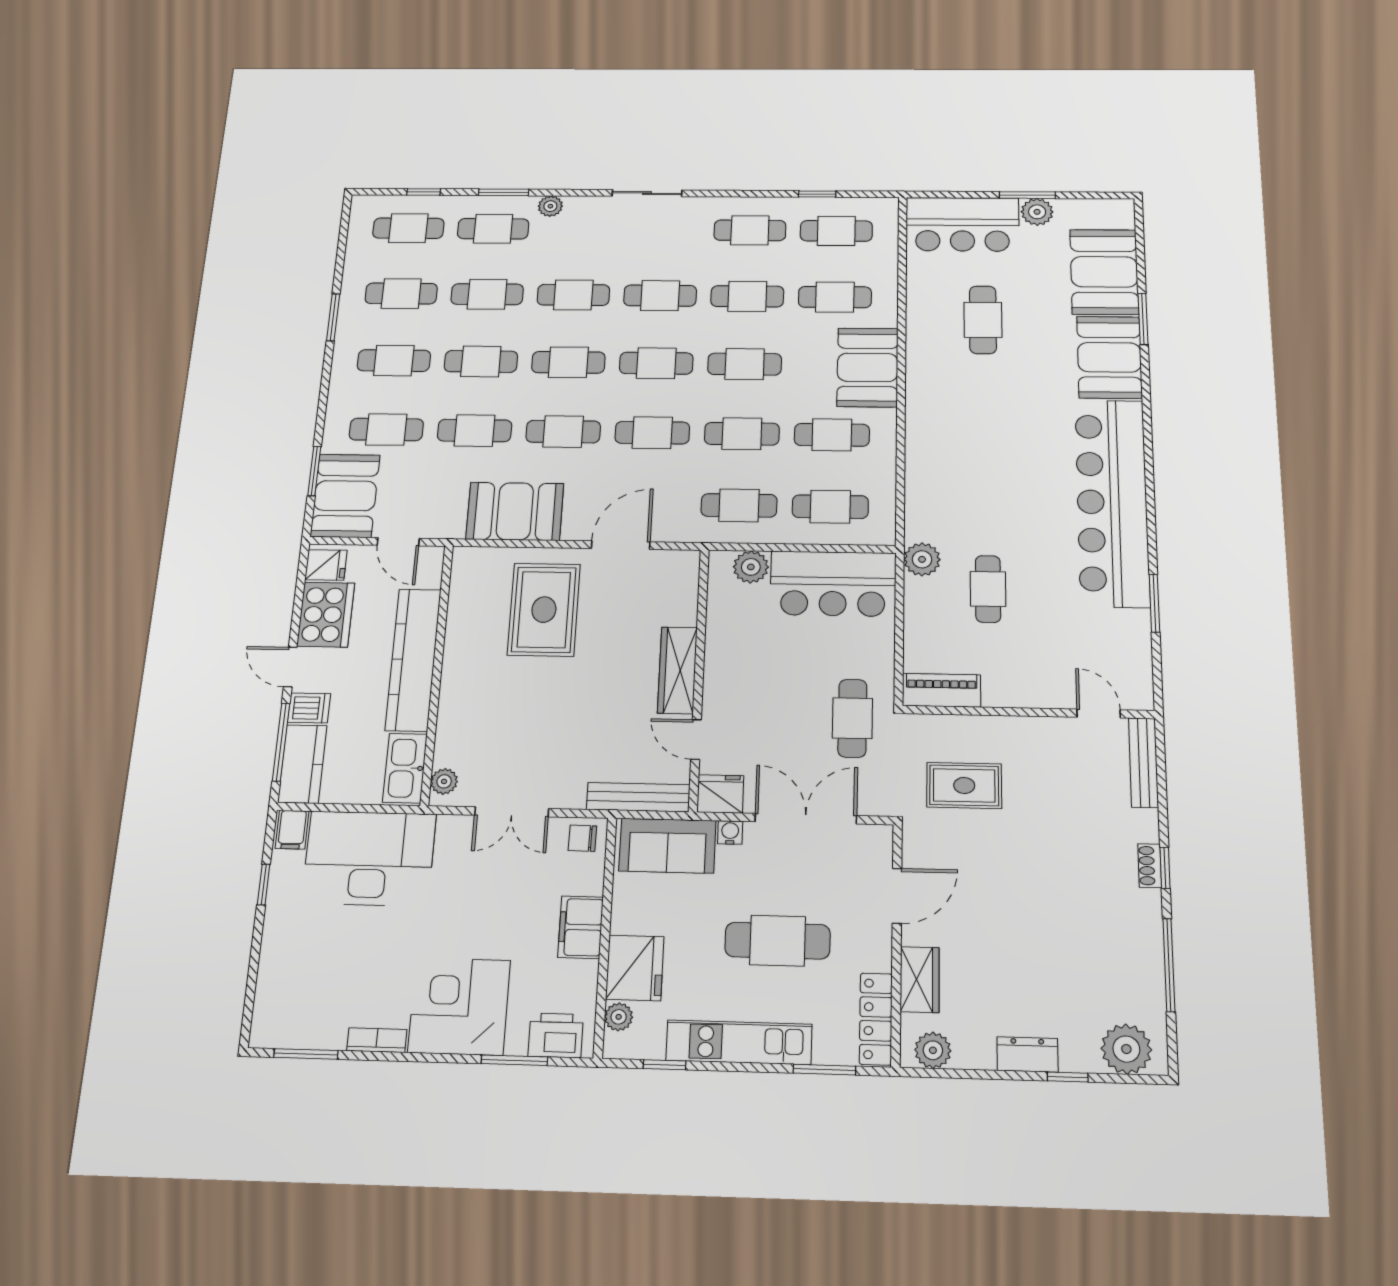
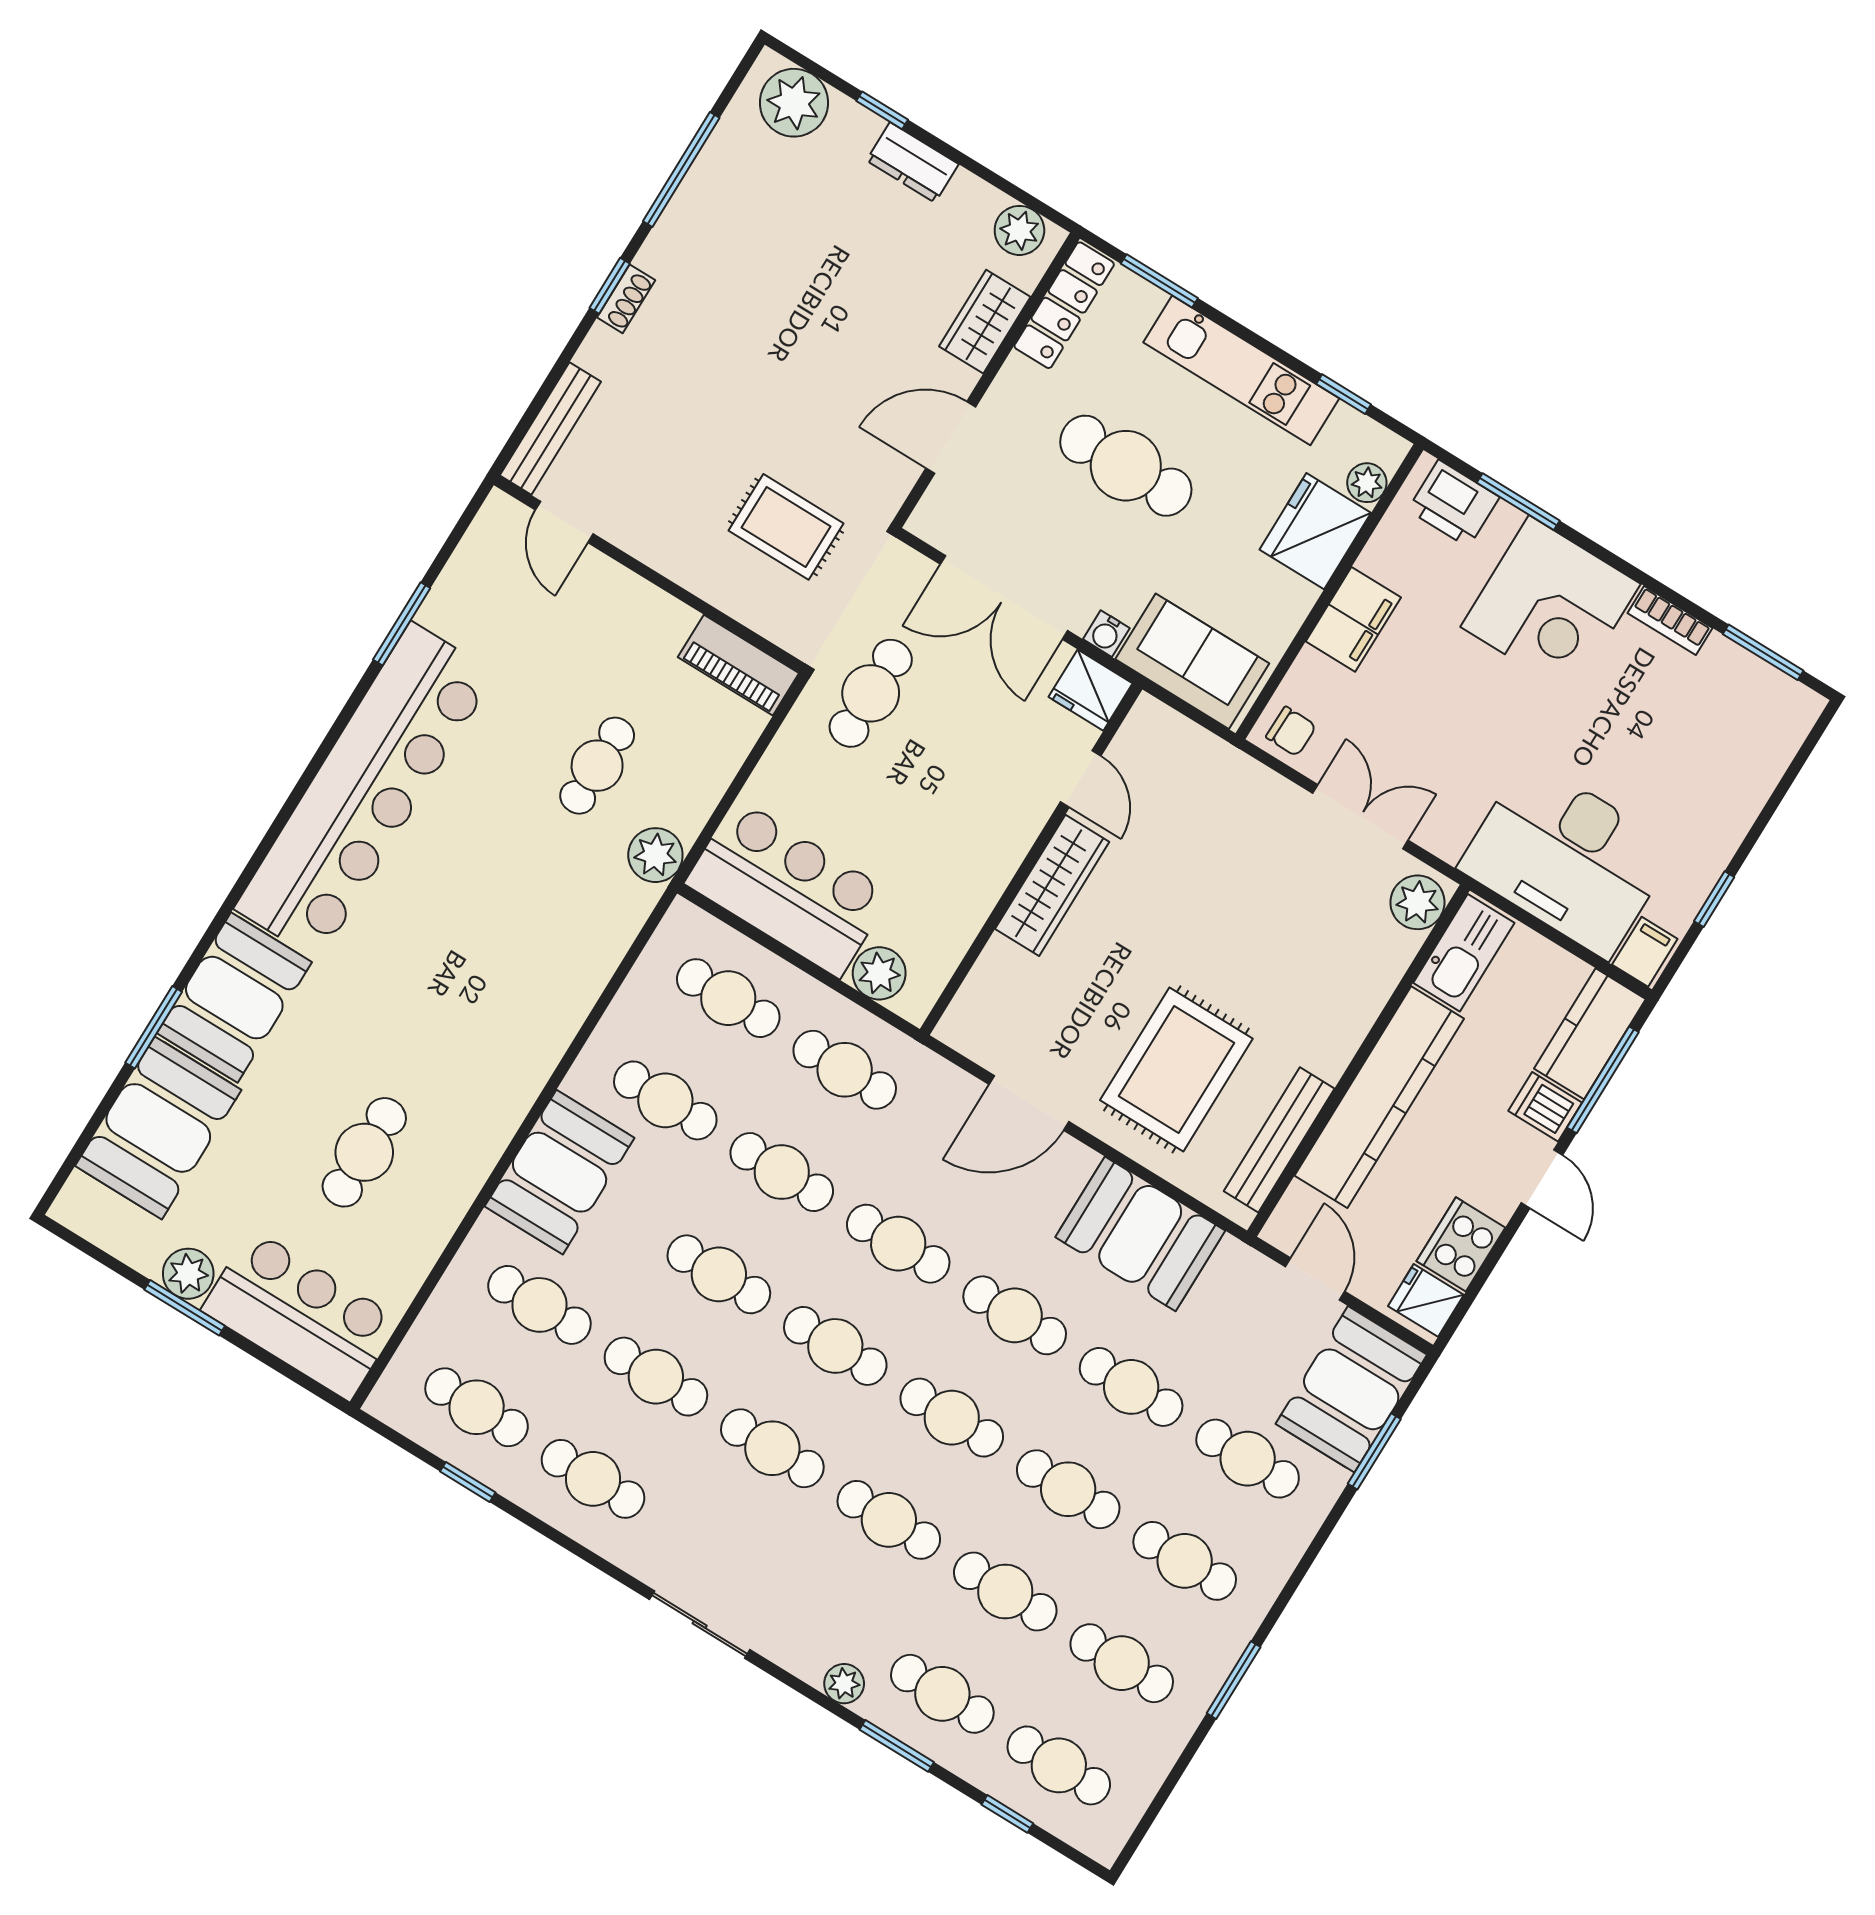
cooker: (326, 615) -> (1461, 1244), width x0.73, depth x0.76
plant: (444, 781) -> (1417, 902), width x1.38, depth x1.38
bench: (638, 797) -> (1279, 1140), moved, turned 90

